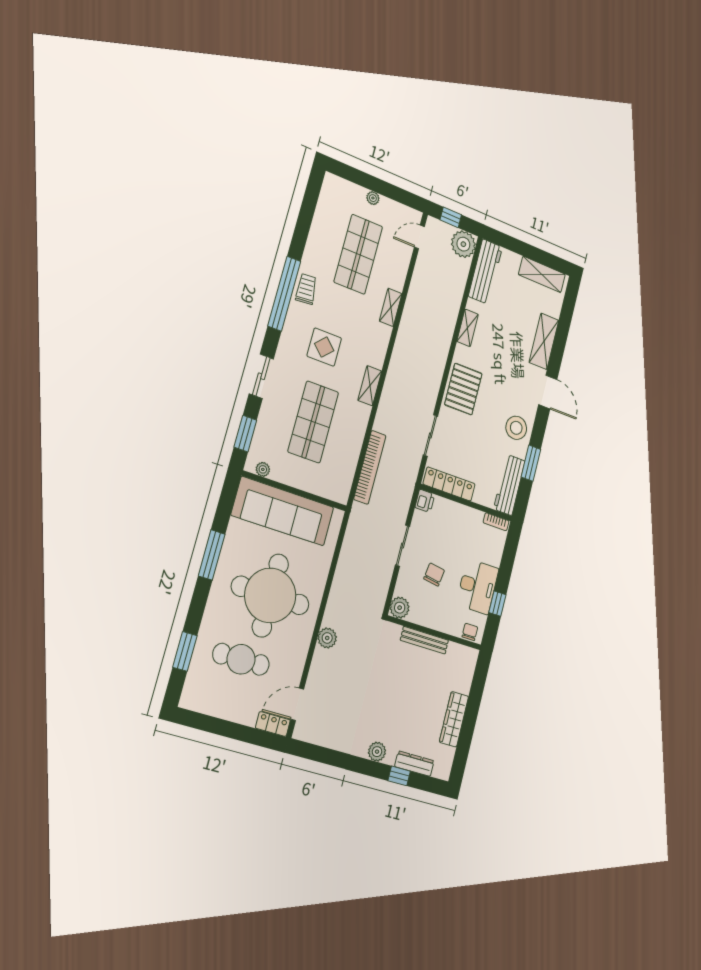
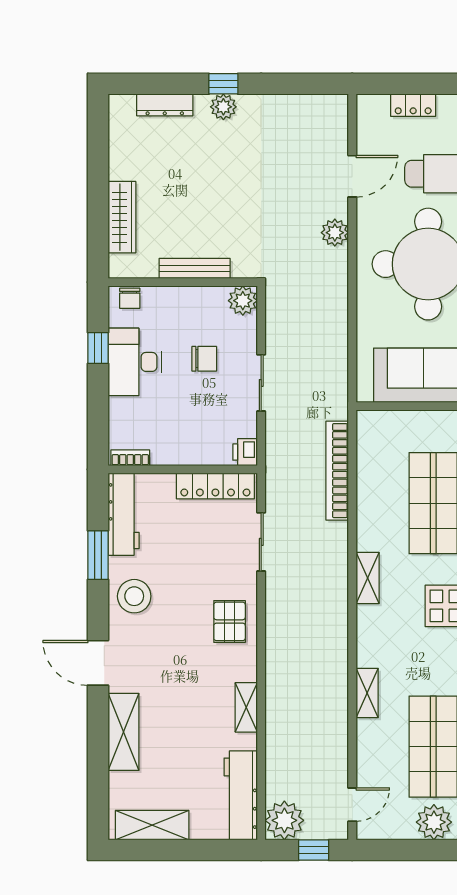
plant: (373, 198) -> (434, 822), width x1.87, depth x1.87
pallet: (463, 389) -> (230, 621), width x0.67, depth x0.71
chair: (434, 575) -> (204, 359), turned -99
door: (297, 704) -> (352, 176), moved
wardrobe: (454, 719) -> (122, 217), moved
locker: (273, 724) -> (413, 105), moved
window: (399, 776) -> (223, 84), moved

